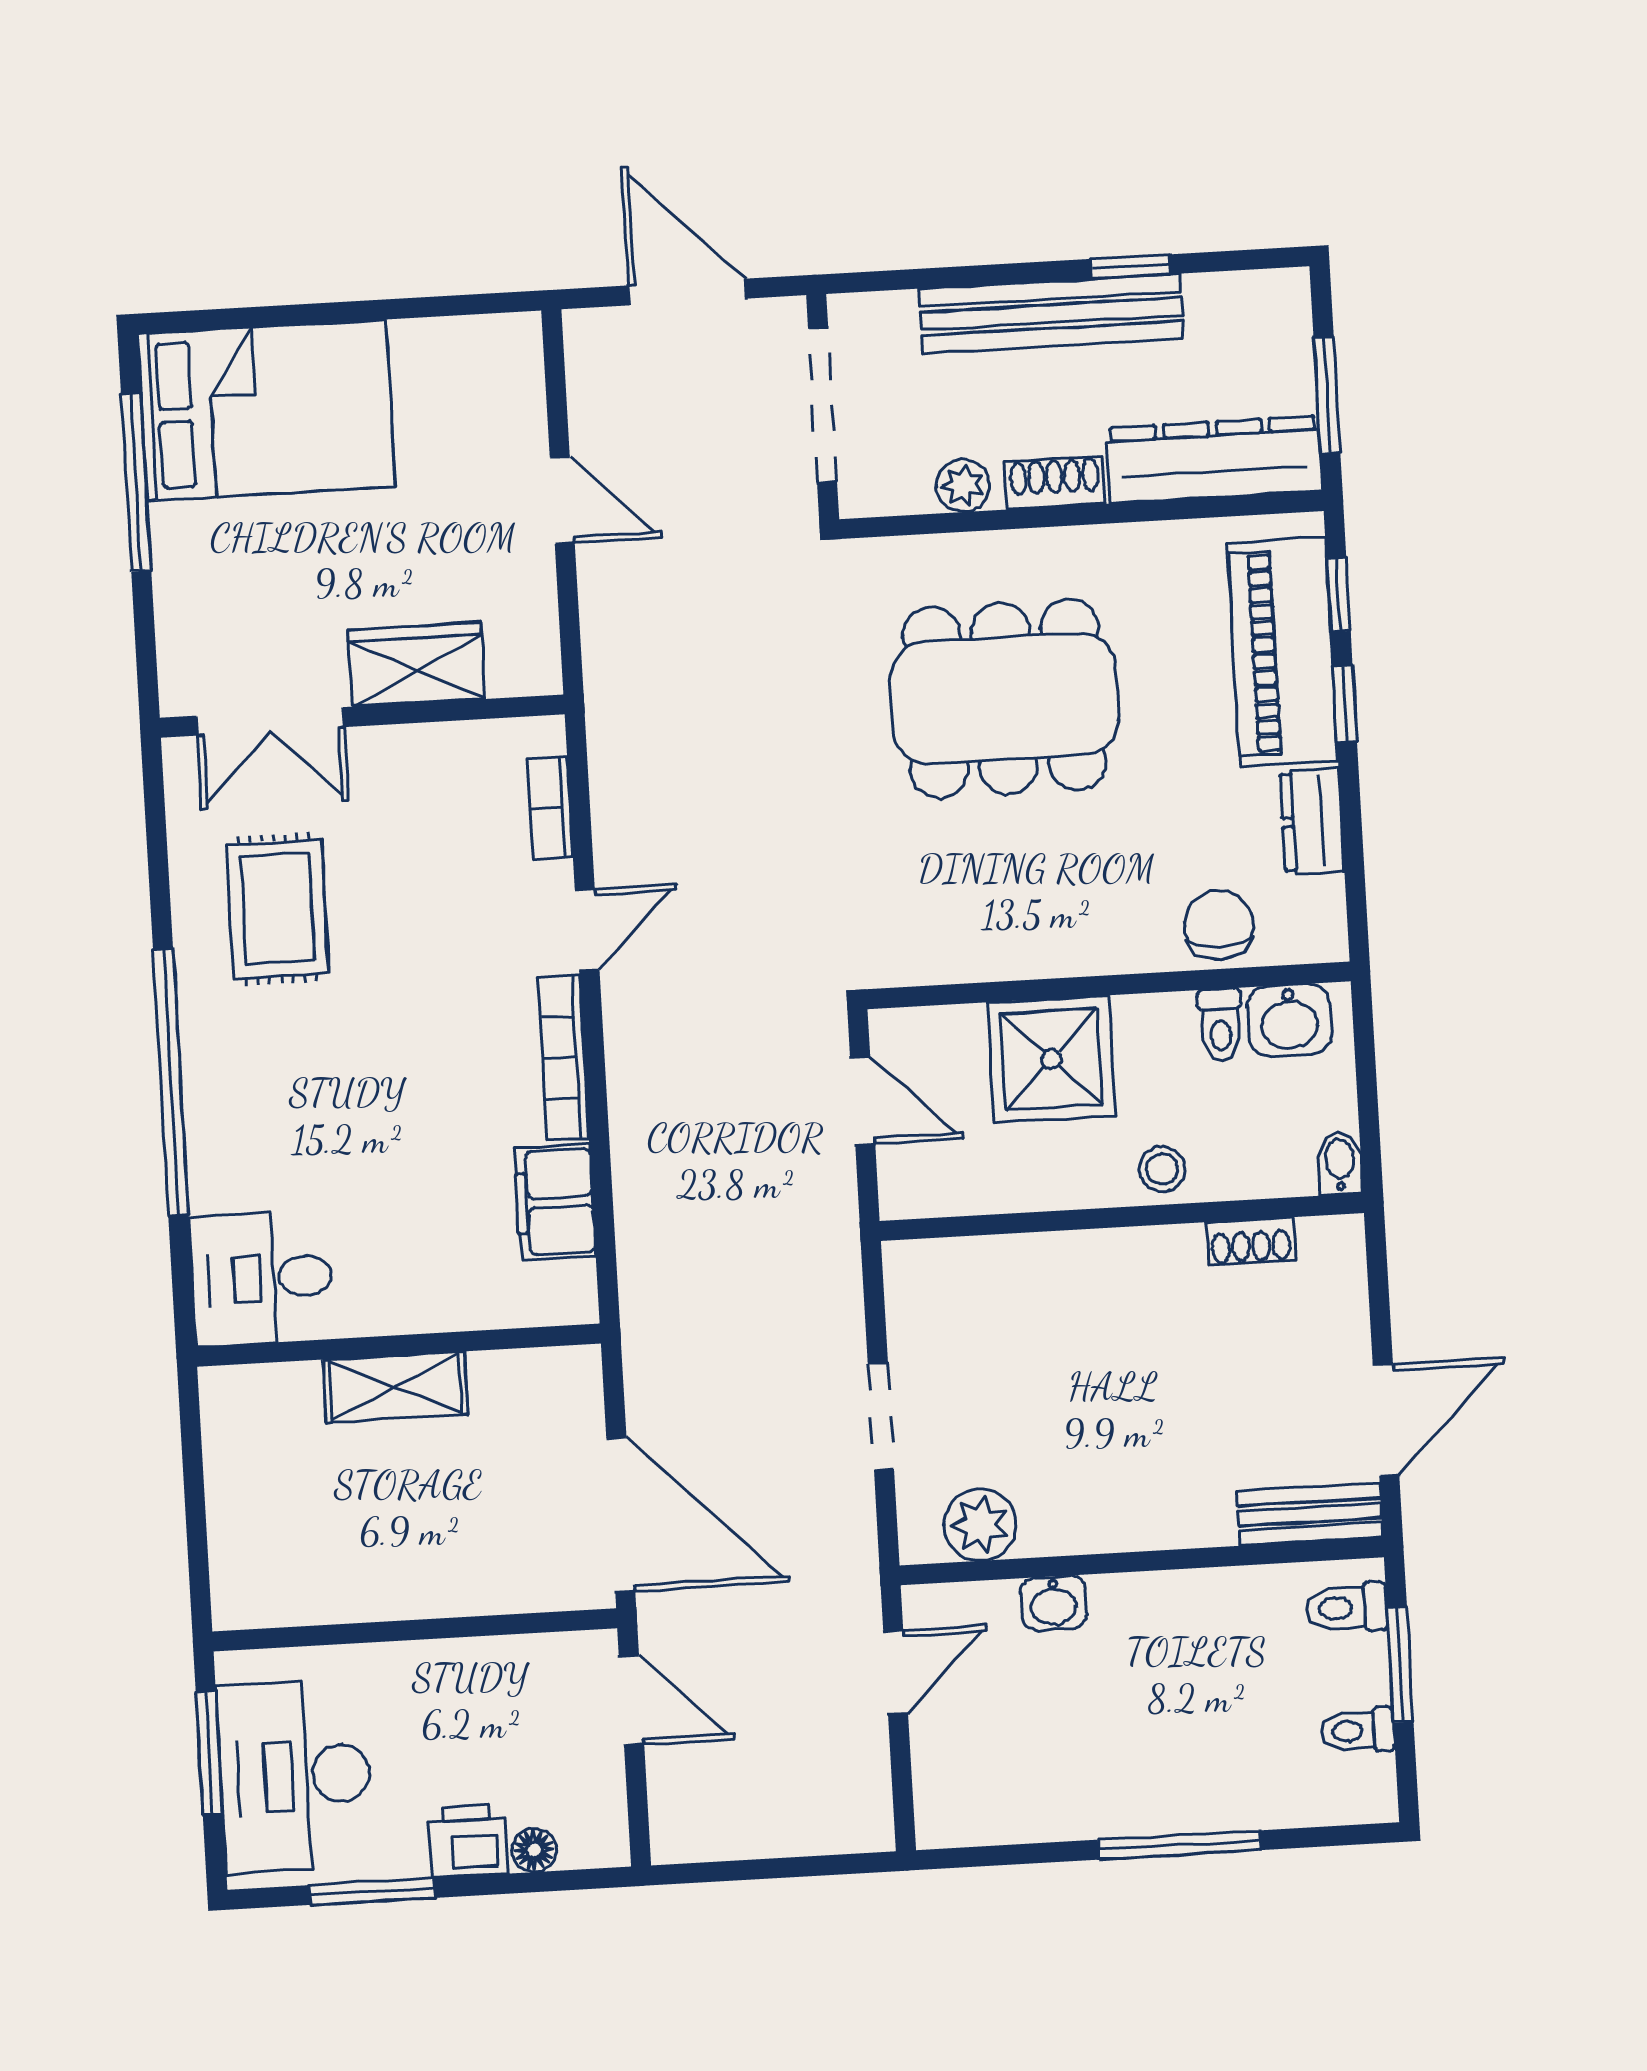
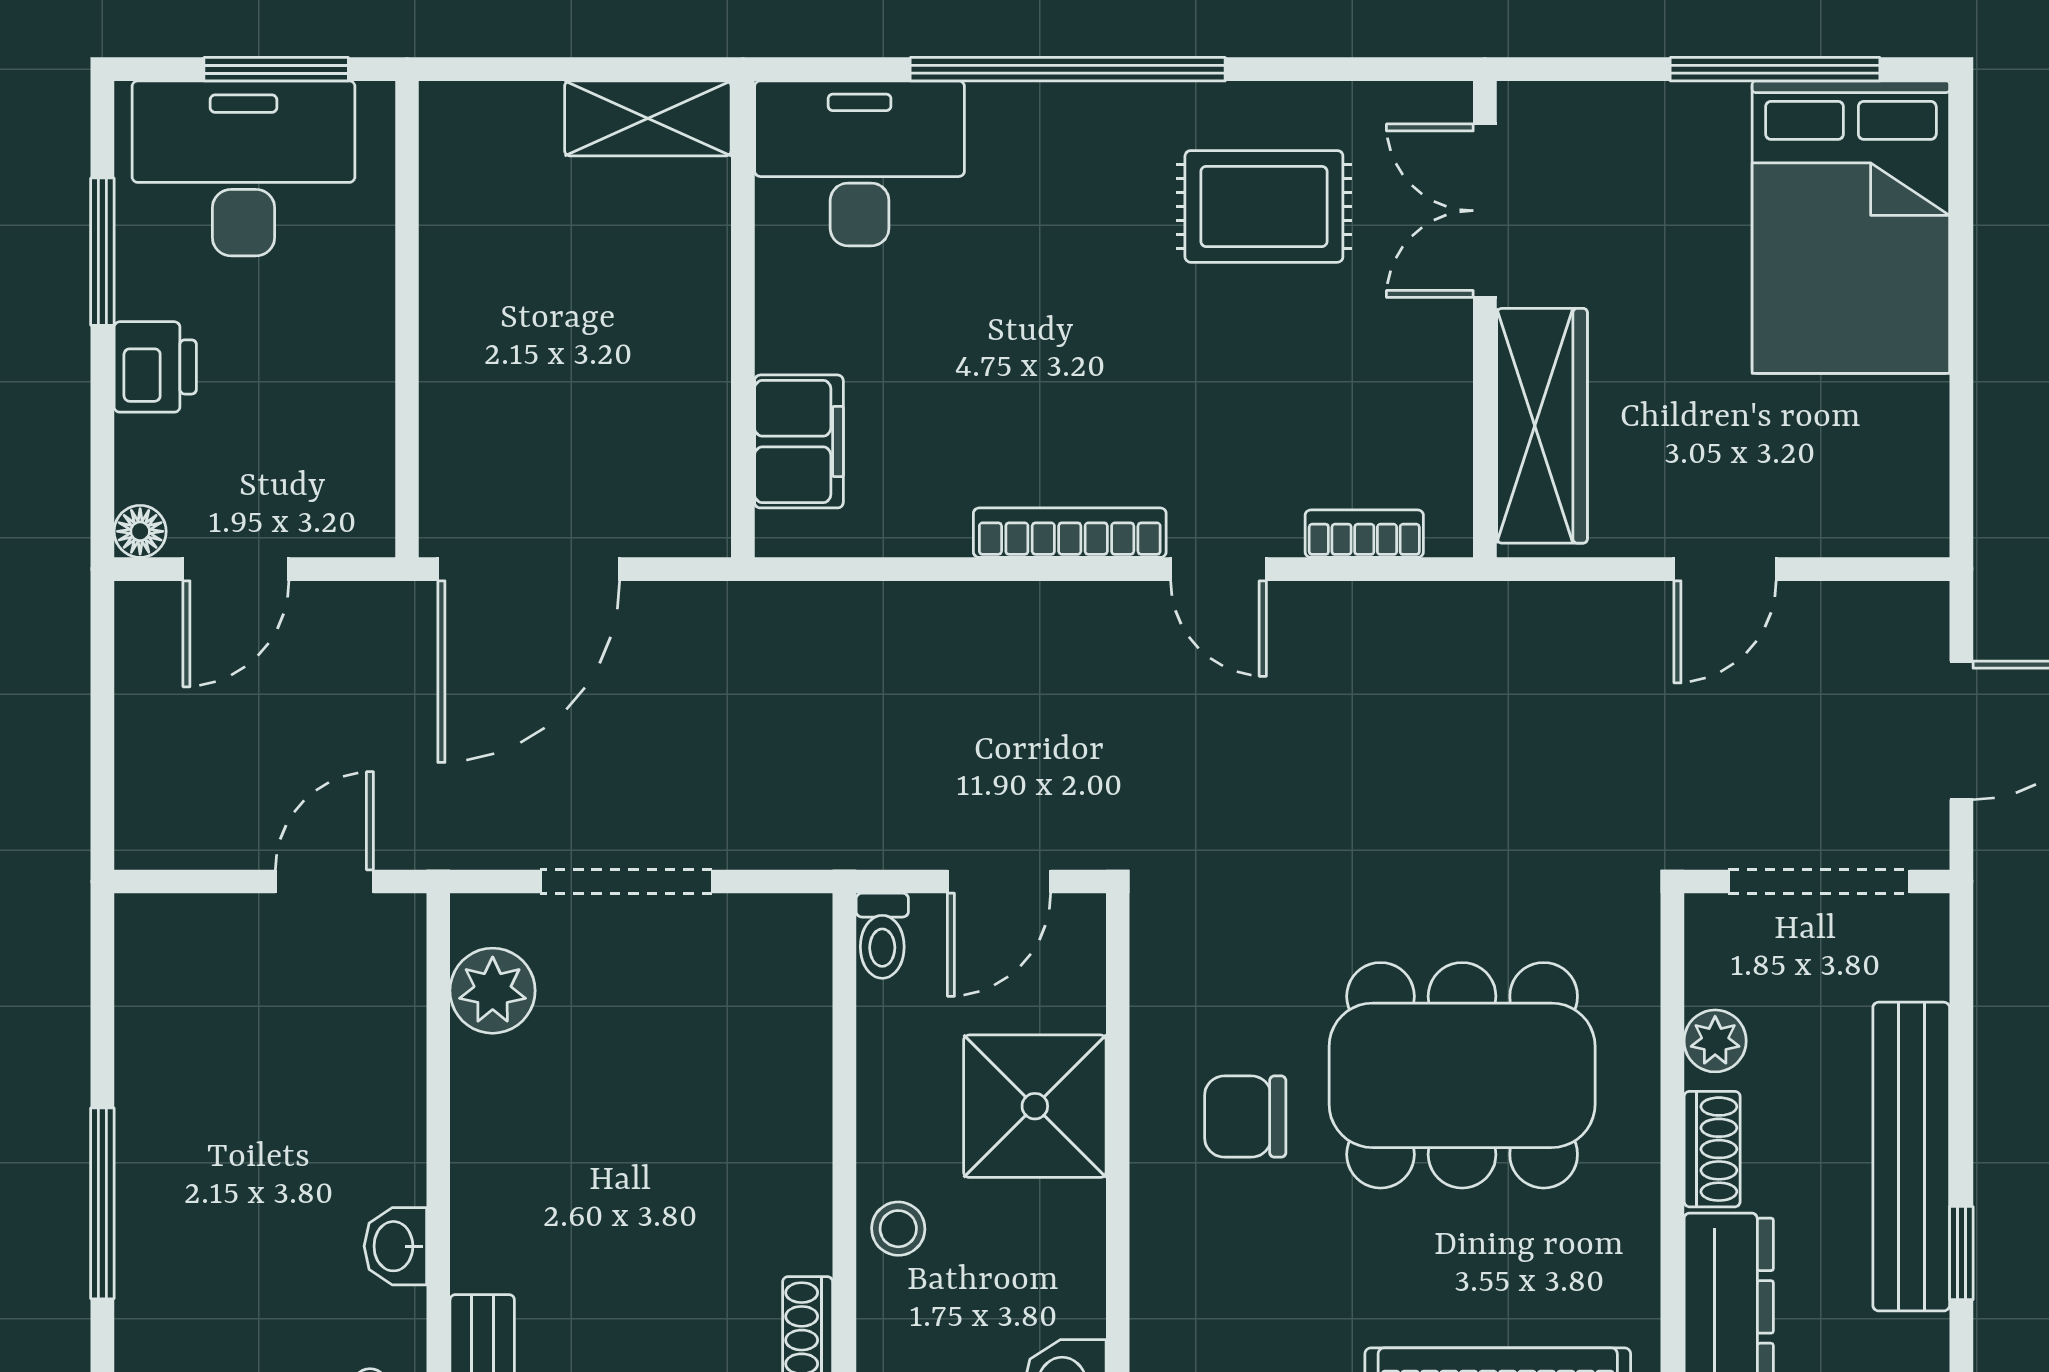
wardrobe: (417, 664) -> (1542, 426), width x1.50
dining table: (1004, 698) -> (1462, 1075), turned 90
chair: (1219, 925) -> (1245, 1117), moved, turned 180
toilet: (1220, 1025) -> (882, 936), moved, turned -90
filing cabinet: (555, 1202) -> (799, 441), moved, turned 90
desk: (262, 1278) -> (860, 163), width x1.37
shelving: (395, 1387) -> (648, 118), moved, turned 90
doorway: (881, 1417) -> (626, 881), width x1.38
washbasin: (1054, 1603) -> (395, 1246), moved
door: (896, 1672) -> (324, 881), swing flipped
door: (632, 1700) -> (236, 569), moved
floor lamp: (534, 1850) -> (140, 531), moved

